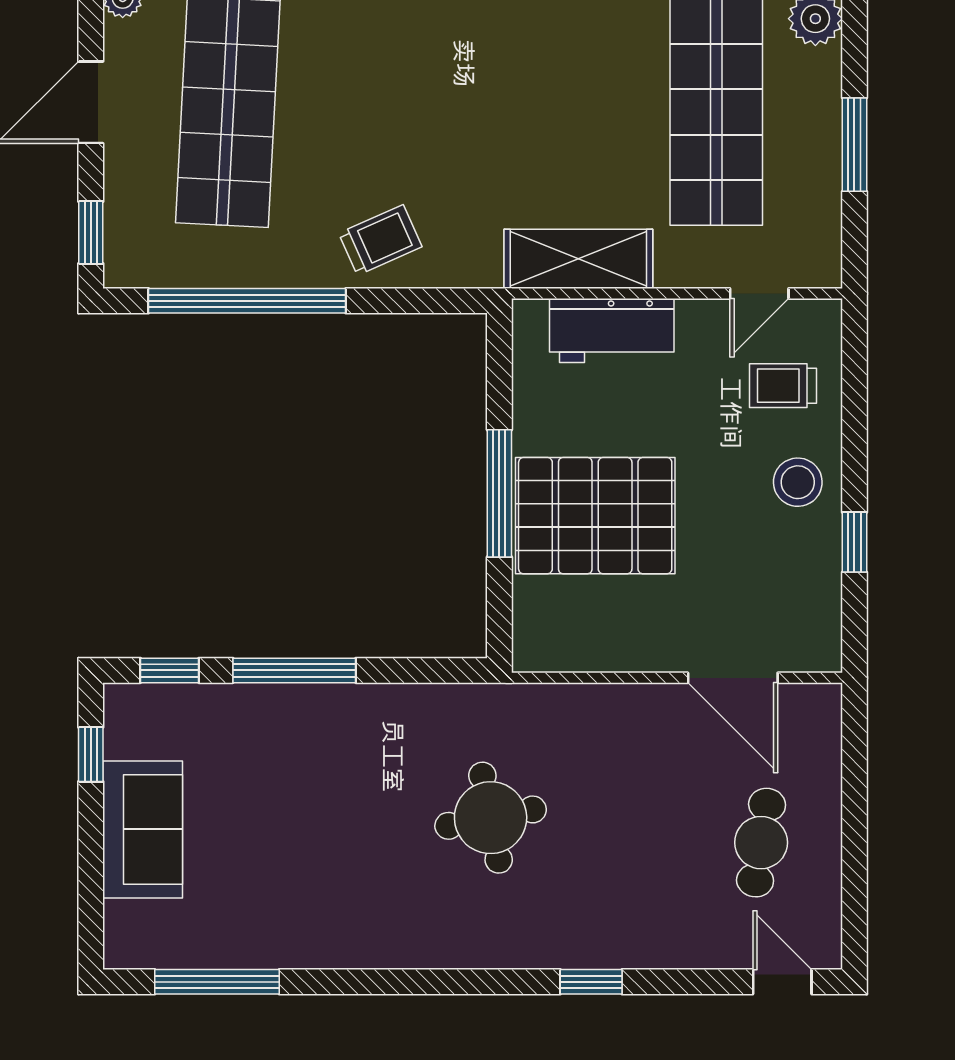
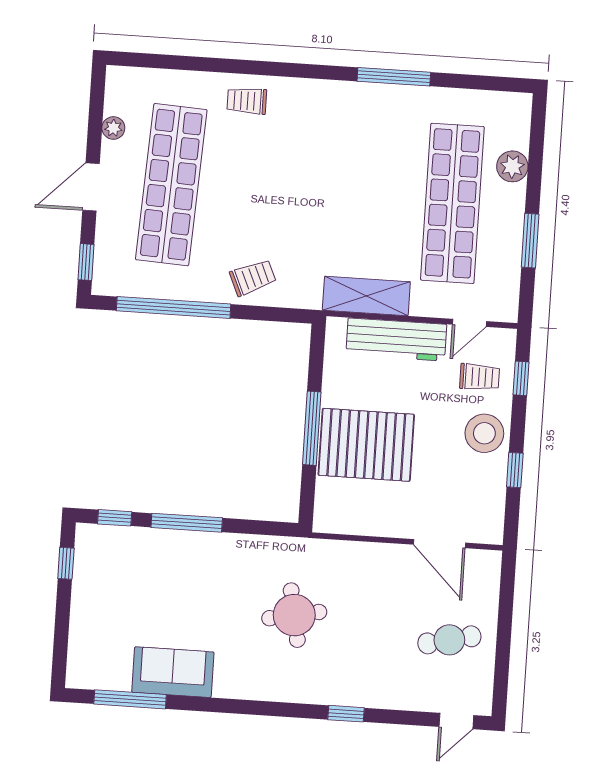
workbench: (612, 330) -> (396, 339), width x1.38
window: (854, 383) -> (521, 378), added
trolley: (783, 386) -> (480, 377), turned 180
stool: (798, 482) -> (484, 433), width x1.38, depth x1.38
sofa: (143, 829) -> (173, 672), moved, turned -90
cafe table: (761, 843) -> (449, 640), turned 68
door: (782, 982) -> (456, 721), swing flipped

